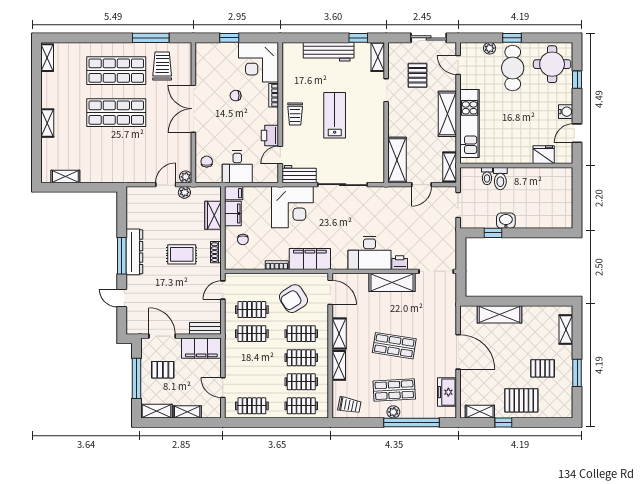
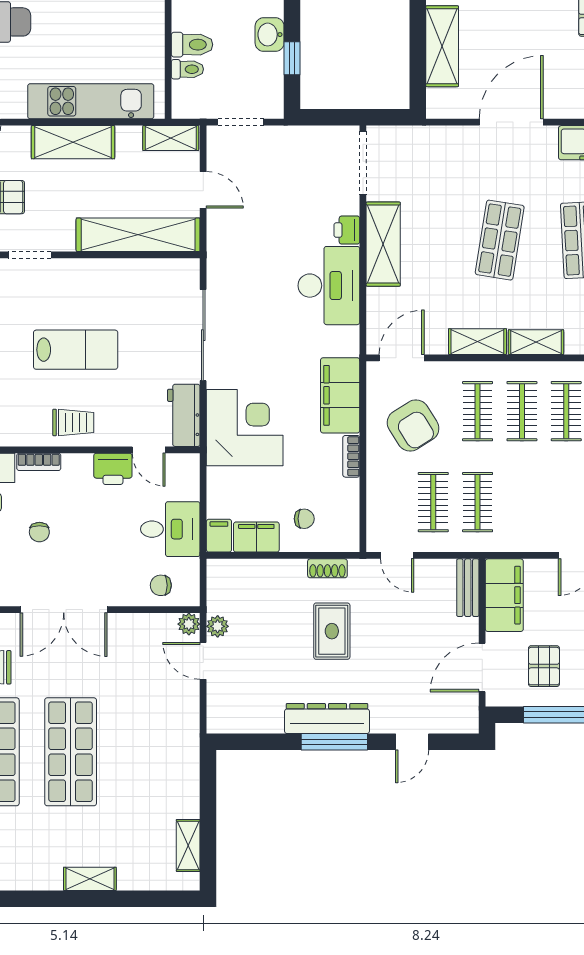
lab bench: (335, 115) -> (76, 350), turned 180
shelving: (397, 160) -> (138, 235), width x1.47
wardrobe: (213, 215) -> (260, 574), removed

